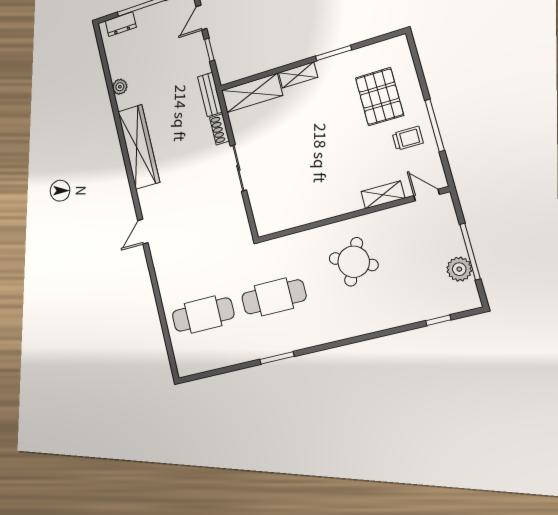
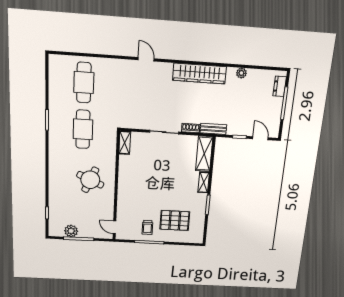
shelving: (383, 195) -> (125, 143), moved
door: (427, 195) -> (114, 227), swing flipped

